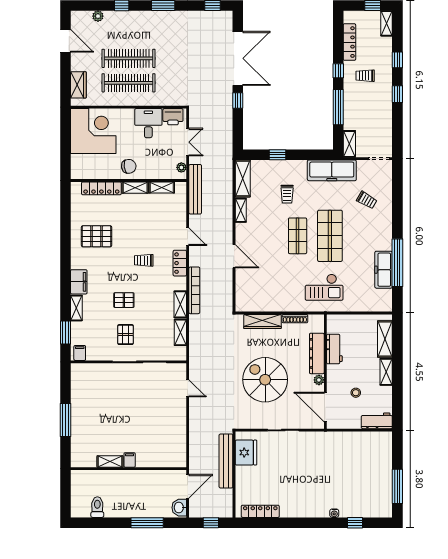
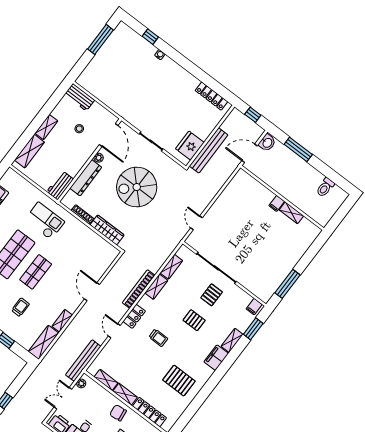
workbench: (334, 349) -> (60, 185), moved
spiral stairs: (265, 380) -> (137, 187), turned 90
window: (65, 420) -> (287, 284), moved

